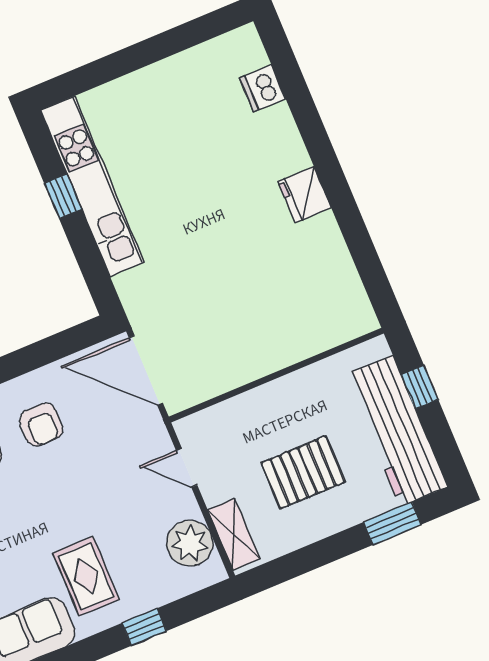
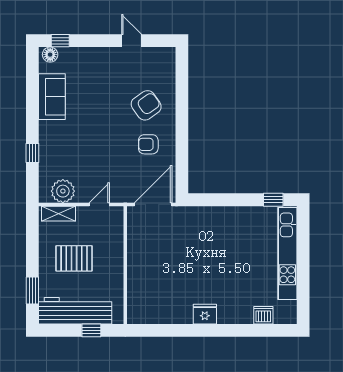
kitchen unit: (92, 186) -> (287, 253), moved, turned 90
window: (63, 196) -> (273, 200), moved
pallet: (303, 472) -> (74, 258), turned 90
rug: (86, 576) -> (68, 136), removed

